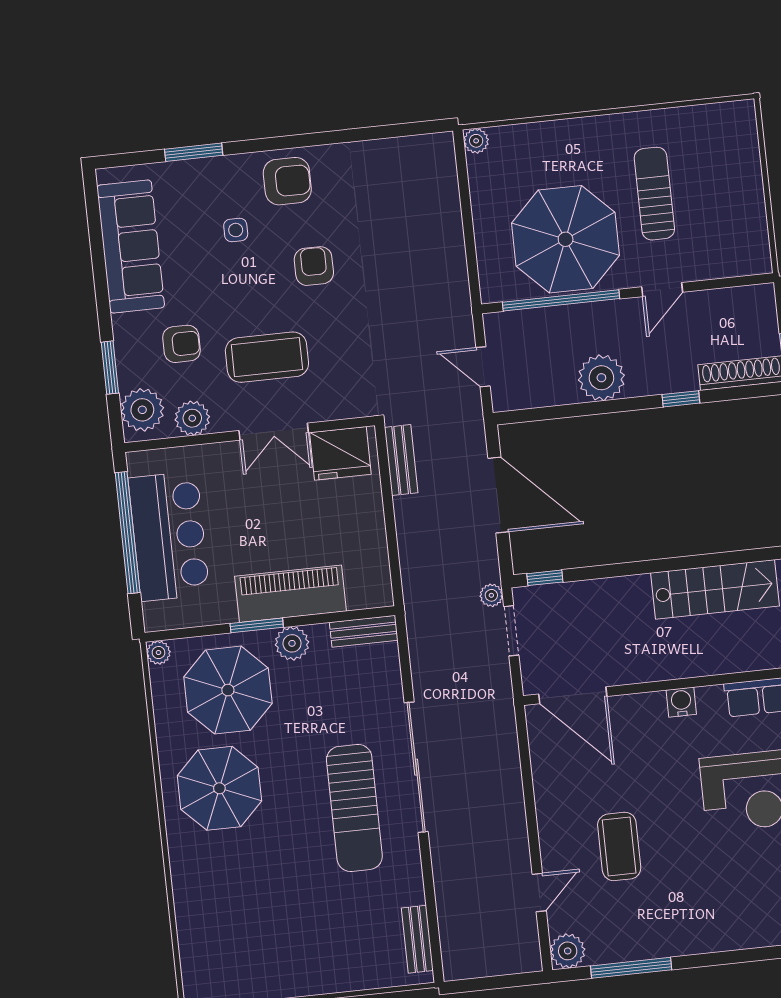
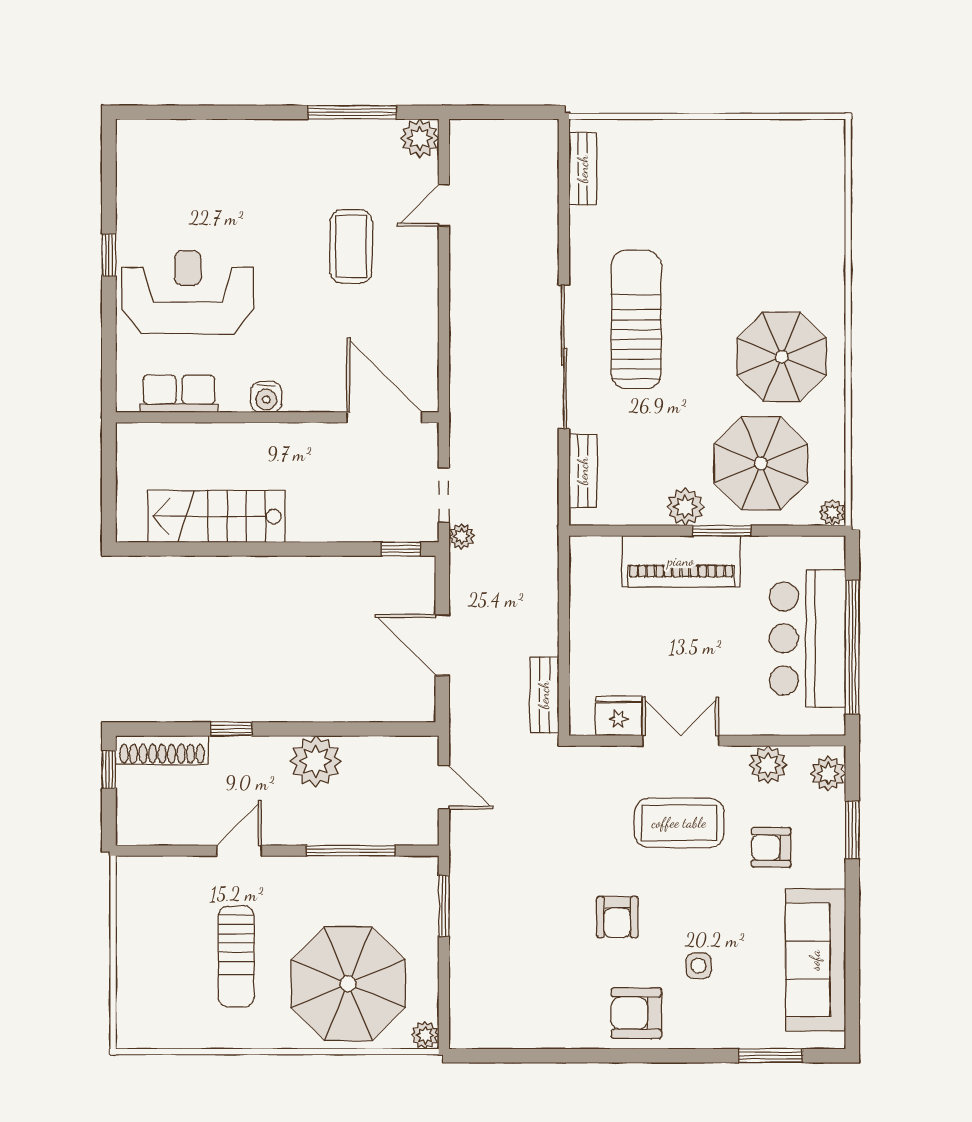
window: (194, 152) -> (771, 1056), moved
parasol: (566, 239) -> (348, 984), moved
window: (472, 259) -> (444, 906), added
window: (561, 300) -> (351, 851), width x0.68
plant: (142, 410) -> (828, 774), width x0.73, depth x0.73
fridge: (340, 453) -> (618, 716), width x0.73, depth x0.75
door: (498, 495) -> (442, 645), width x0.73
bench: (364, 631) -> (583, 471), moved, turned 90

